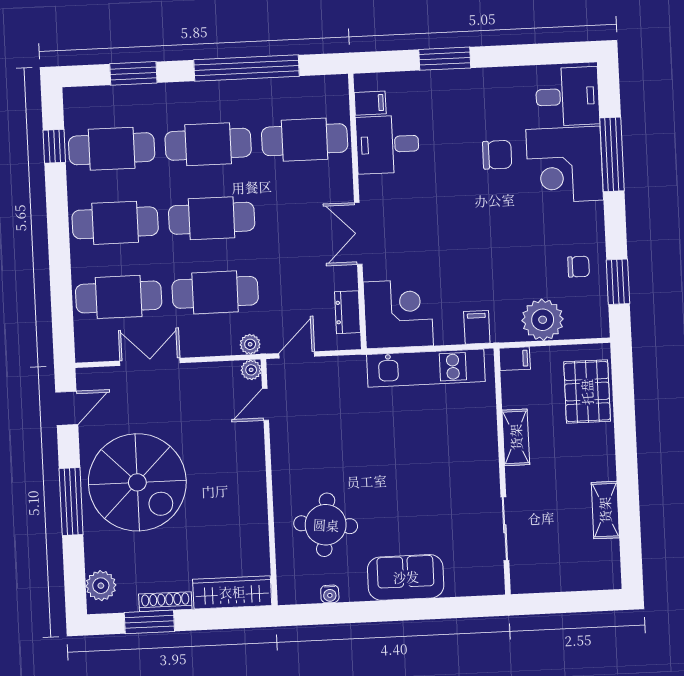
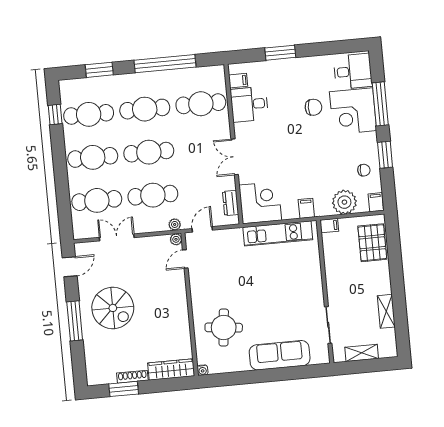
window: (618, 282) -> (385, 155), moved
filing cabinet: (596, 322) -> (376, 202), added
shelving: (516, 437) -> (362, 353), moved, turned 90
spiral stairs: (137, 482) -> (113, 308), width x0.73, depth x0.73
sofa: (406, 577) -> (280, 355), width x1.36
plant: (101, 586) -> (94, 369), removed
water cooler: (330, 594) -> (203, 370), moved

